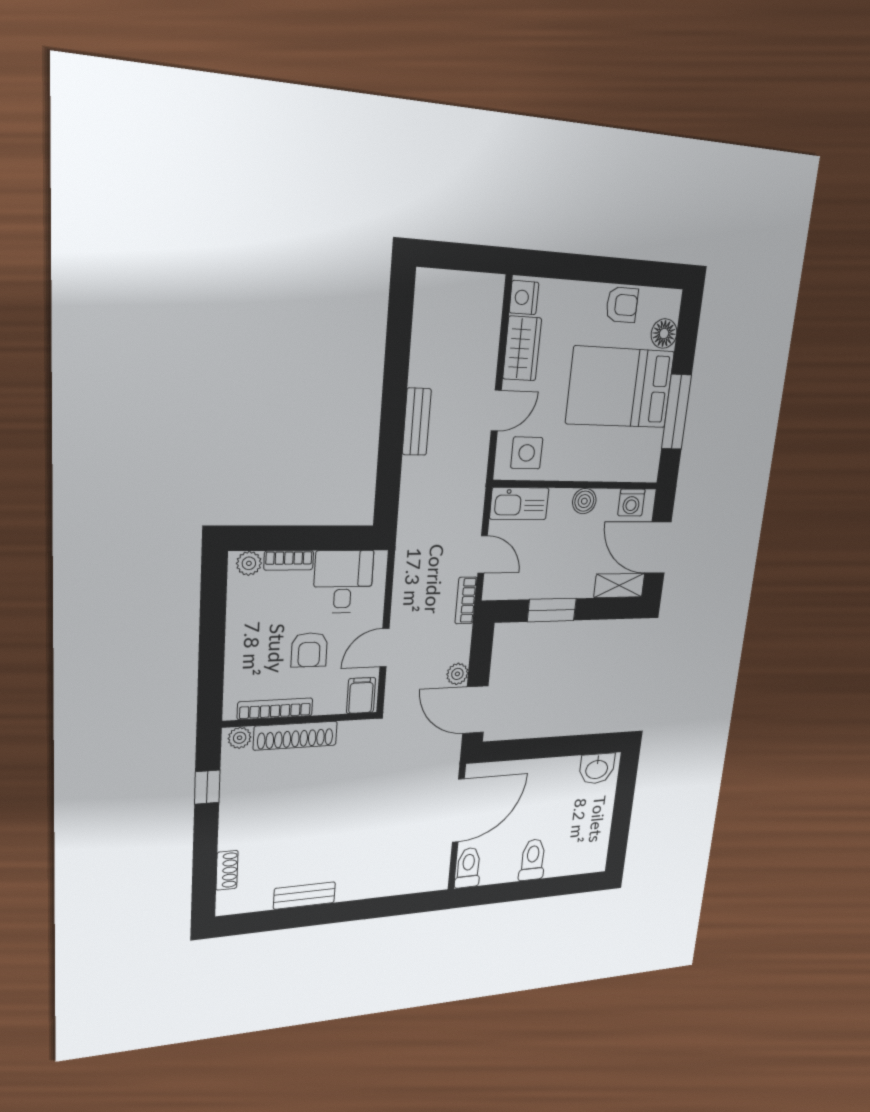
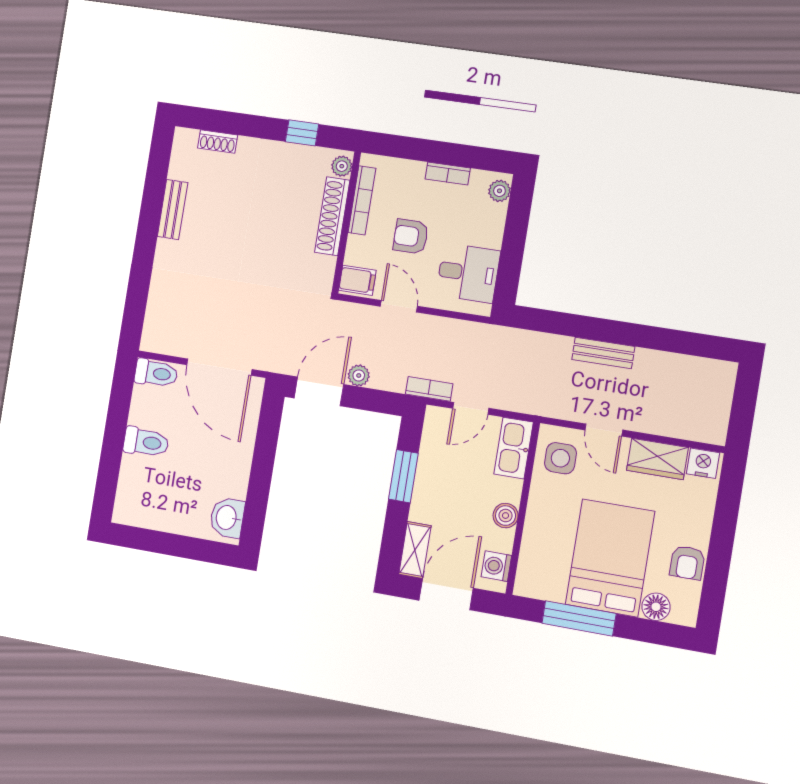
bookcase: (289, 560) -> (448, 174), moved, turned -90

